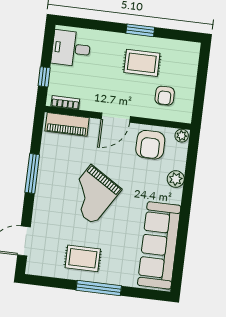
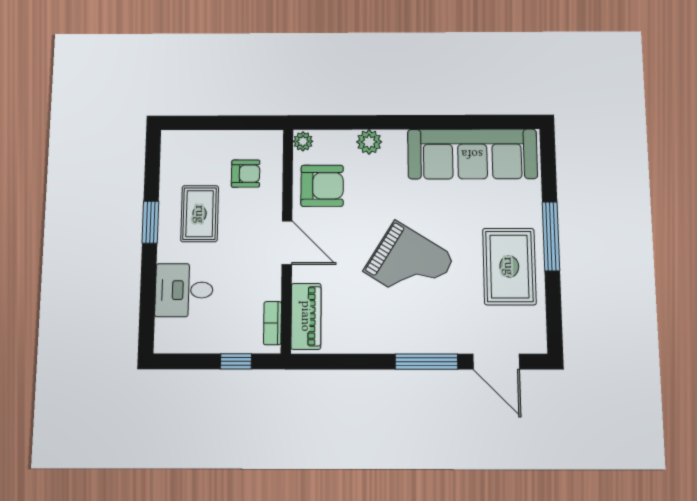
desk: (71, 48) -> (184, 290), moved, turned 90
window: (32, 174) -> (426, 362), moved
rug: (83, 258) -> (509, 266), width x1.36, depth x1.43

